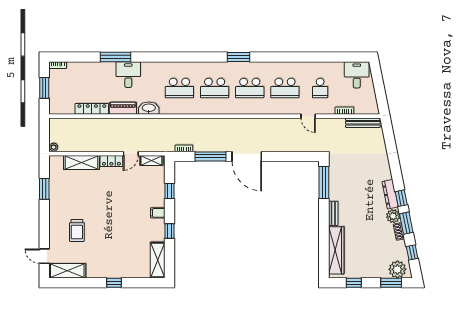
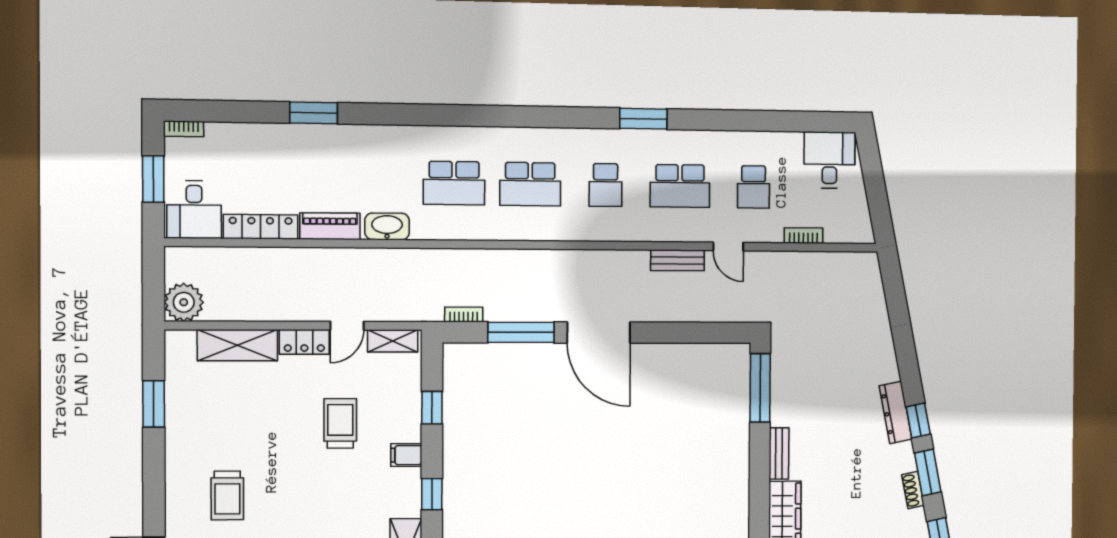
window: (116, 57) -> (314, 113), width x0.69
window: (238, 57) -> (643, 119), moved
desk: (128, 75) -> (194, 210), moved, turned 180
school desk: (250, 88) -> (605, 185), width x0.54
bench: (363, 123) -> (678, 260), moved, width x0.73
plant: (54, 147) -> (184, 302), width x1.87, depth x1.87
trolley: (128, 198) -> (340, 423), added
plant: (393, 216) -> (901, 458), removed

